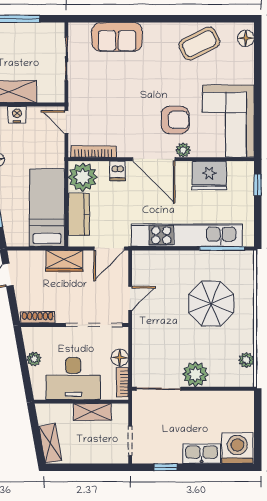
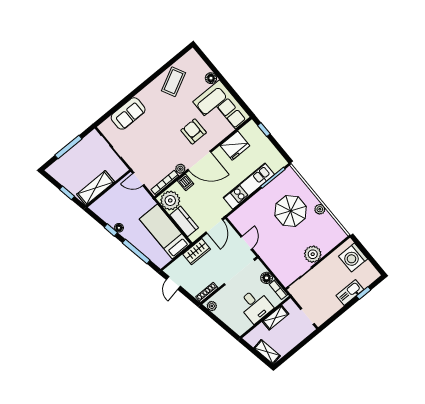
floor lamp: (246, 38) -> (211, 78), moved
nightstand: (17, 115) -> (110, 196), removed
armchair: (175, 120) -> (194, 131), turned -90
plant: (183, 150) -> (180, 169), moved
kitchen unit: (187, 235) -> (249, 186), width x0.73
plant: (34, 359) -> (212, 306), moved
plant: (246, 360) -> (320, 209), moved
desk: (73, 379) -> (255, 306), width x0.73
washing machine: (237, 448) -> (353, 258), moved, turned -90
window: (166, 467) -> (364, 293), moved

